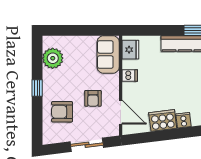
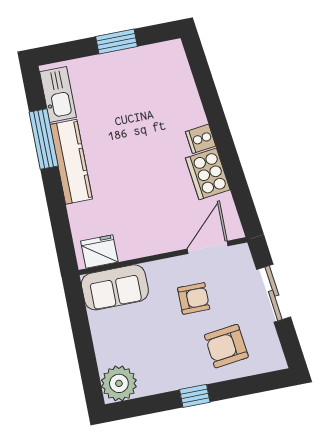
plant: (53, 58) -> (119, 383), moved
dishwasher: (130, 75) -> (143, 244), removed
armchair: (62, 112) -> (226, 346), turned 83

